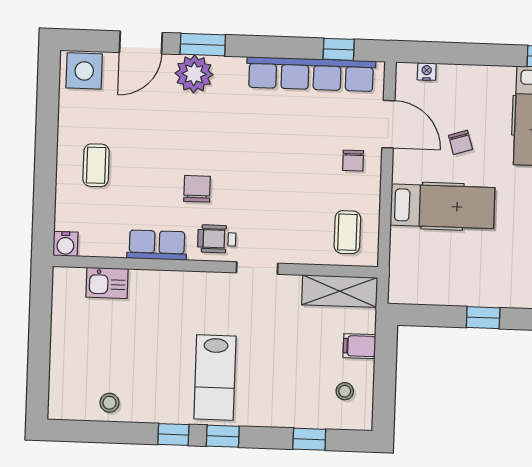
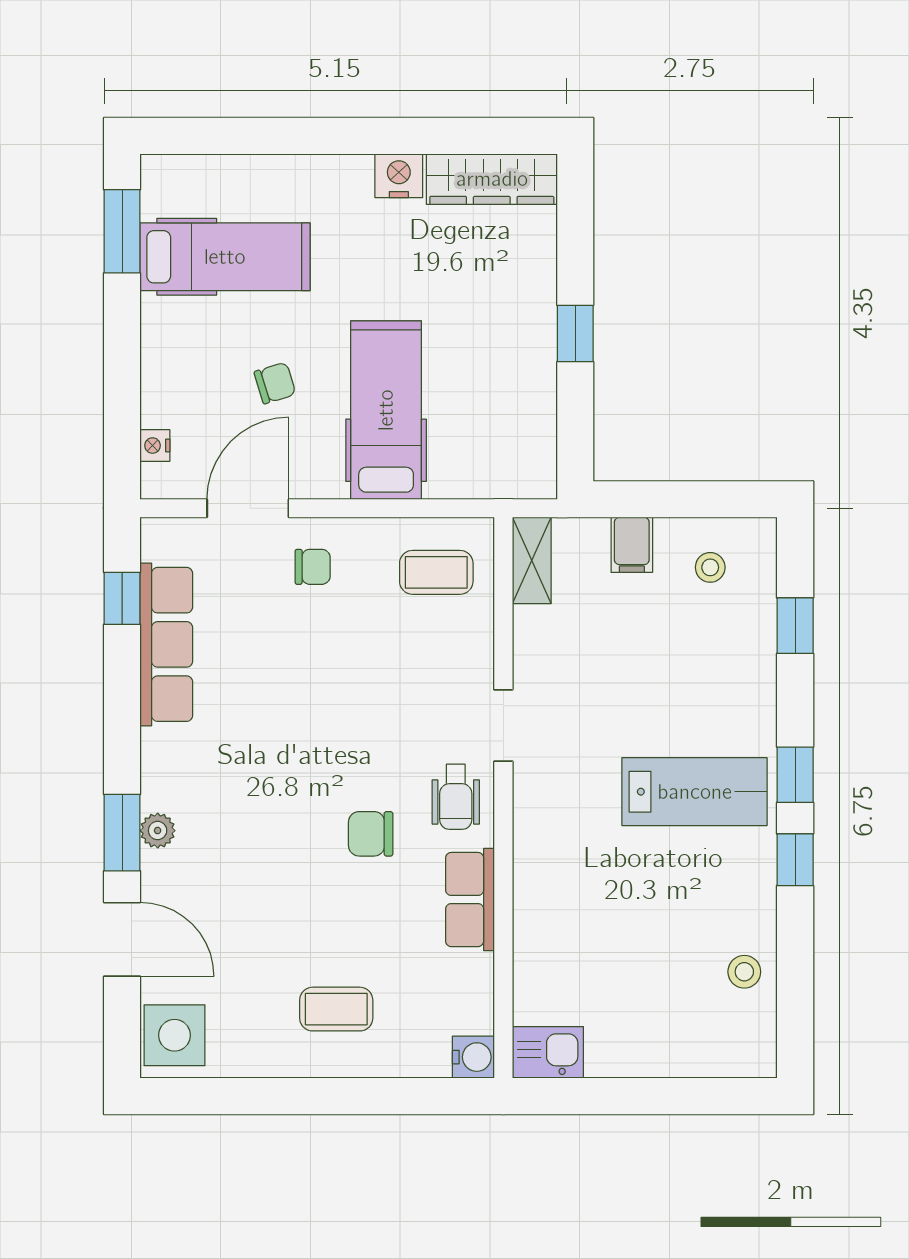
plant: (194, 74) -> (158, 831), width x0.53, depth x0.53
row of seats: (311, 74) -> (166, 644), width x0.73
kitchen sink: (107, 283) -> (548, 1052), moved, turned -90
shelving: (340, 291) -> (532, 560), width x0.67, depth x0.75

